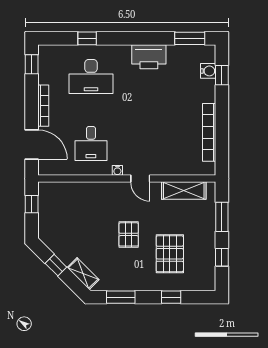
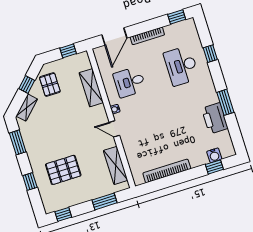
window: (190, 38) -> (225, 102), moved
printer: (149, 57) -> (215, 118), moved
door: (140, 179) -> (114, 129), hinge flipped
shelving: (83, 191) -> (91, 88), added
pallet: (129, 234) -> (50, 85), moved, turned 90
window: (222, 257) -> (63, 214), moved

